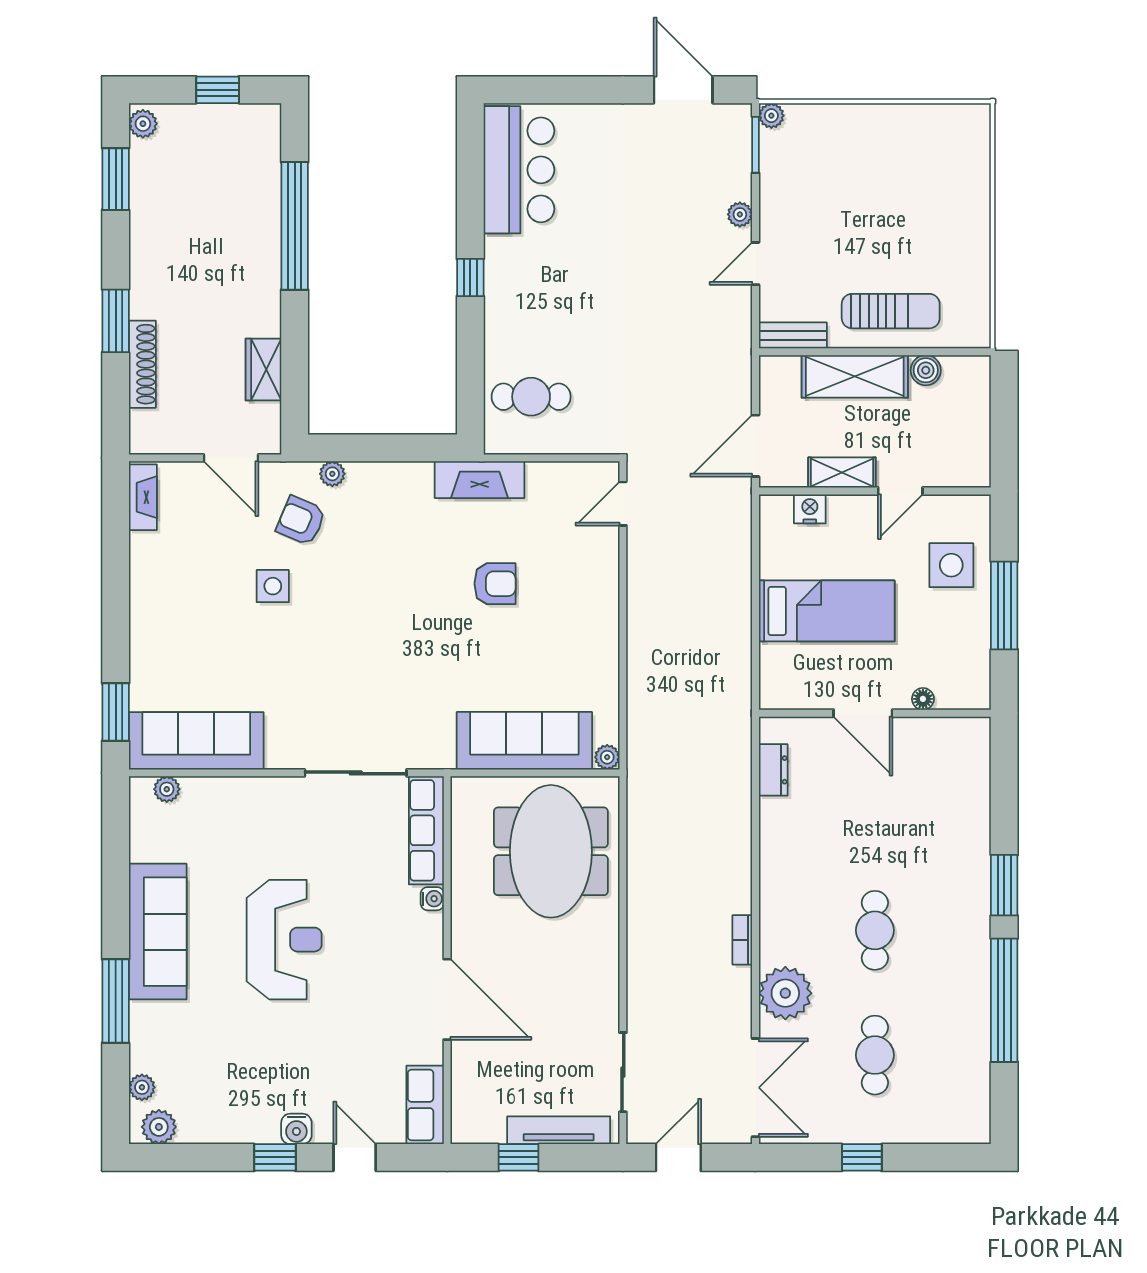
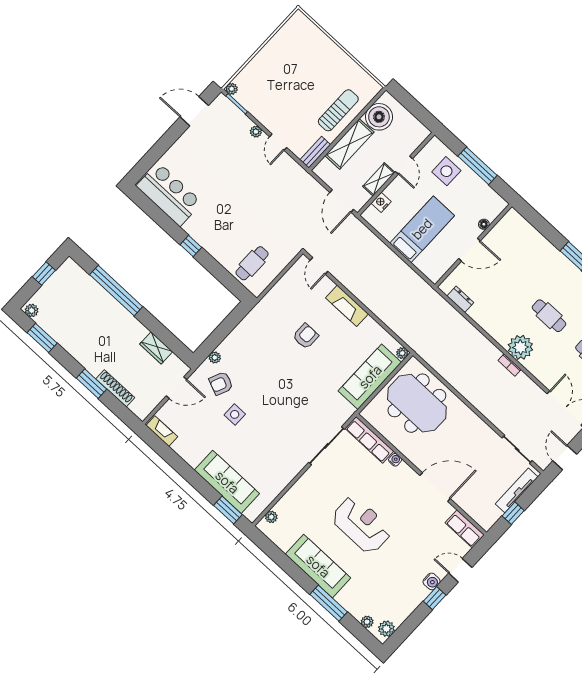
boiler: (926, 370) -> (379, 117), width x1.86, depth x1.86
fireplace: (480, 480) -> (347, 306), moved, turned 90
sofa: (196, 741) -> (227, 482), moved, turned 90
plant: (785, 993) -> (520, 347), moved

